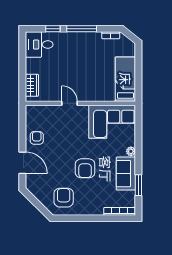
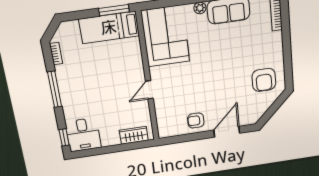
window: (53, 29) -> (64, 137), moved
window: (138, 85) -> (114, 10), added
armchair: (85, 168) -> (227, 60), removed
armchair: (64, 198) -> (264, 80), turned -90

